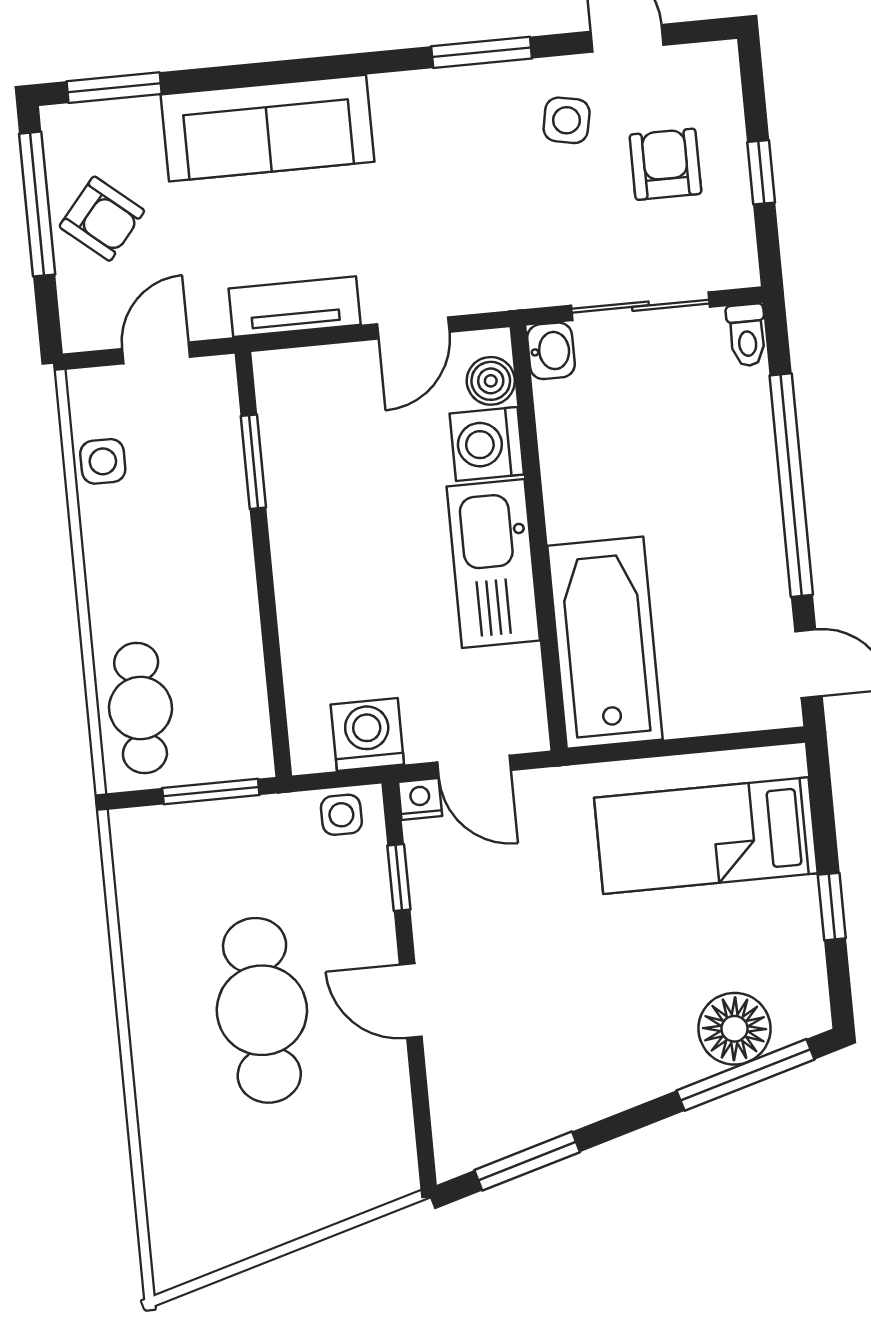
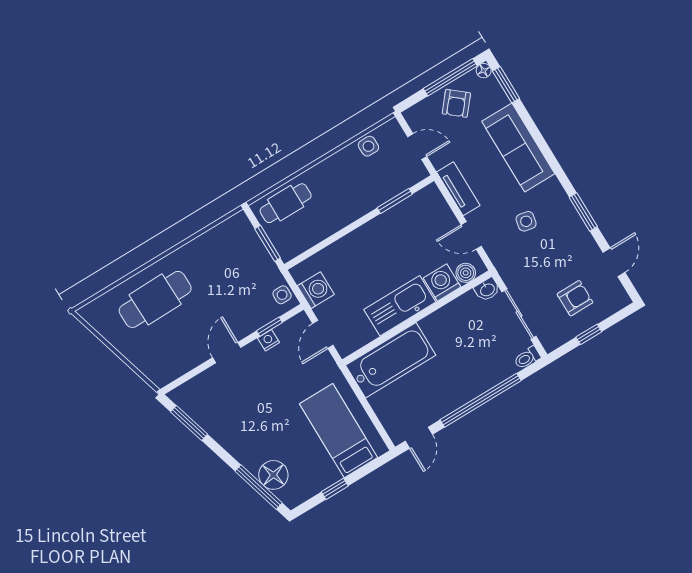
side table: (567, 120) -> (526, 221), moved
floor lamp: (58, 122) -> (484, 71), added
nightstand: (420, 799) -> (269, 340), moved, turned -90
cafe table: (262, 1010) -> (155, 299), moved

